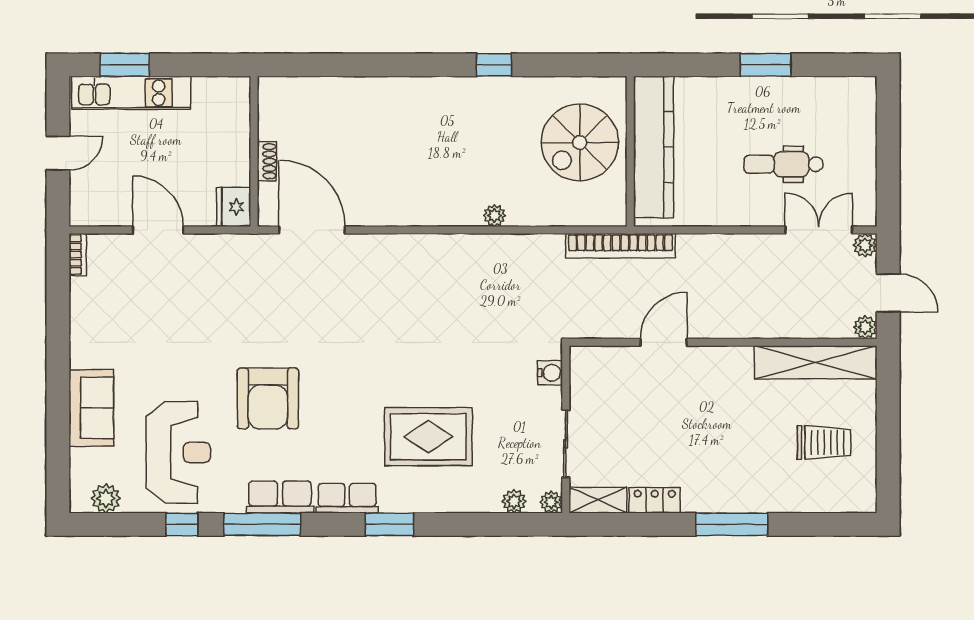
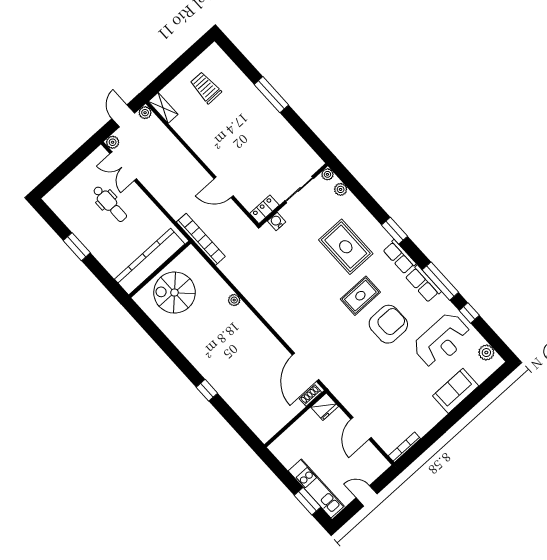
window: (494, 65) -> (207, 390), moved
spiral stairs: (580, 142) -> (174, 293), turned 180
shoe rack: (267, 161) -> (310, 396), moved
bookcase: (78, 255) -> (404, 447), width x1.56
shelving: (816, 362) -> (163, 108), width x0.45, depth x0.75
rug: (342, 396) -> (360, 296), added
reception desk: (178, 452) -> (442, 340), turned 180
shelving: (598, 500) -> (310, 157), removed
locker: (655, 500) -> (264, 209), moved, turned 90

